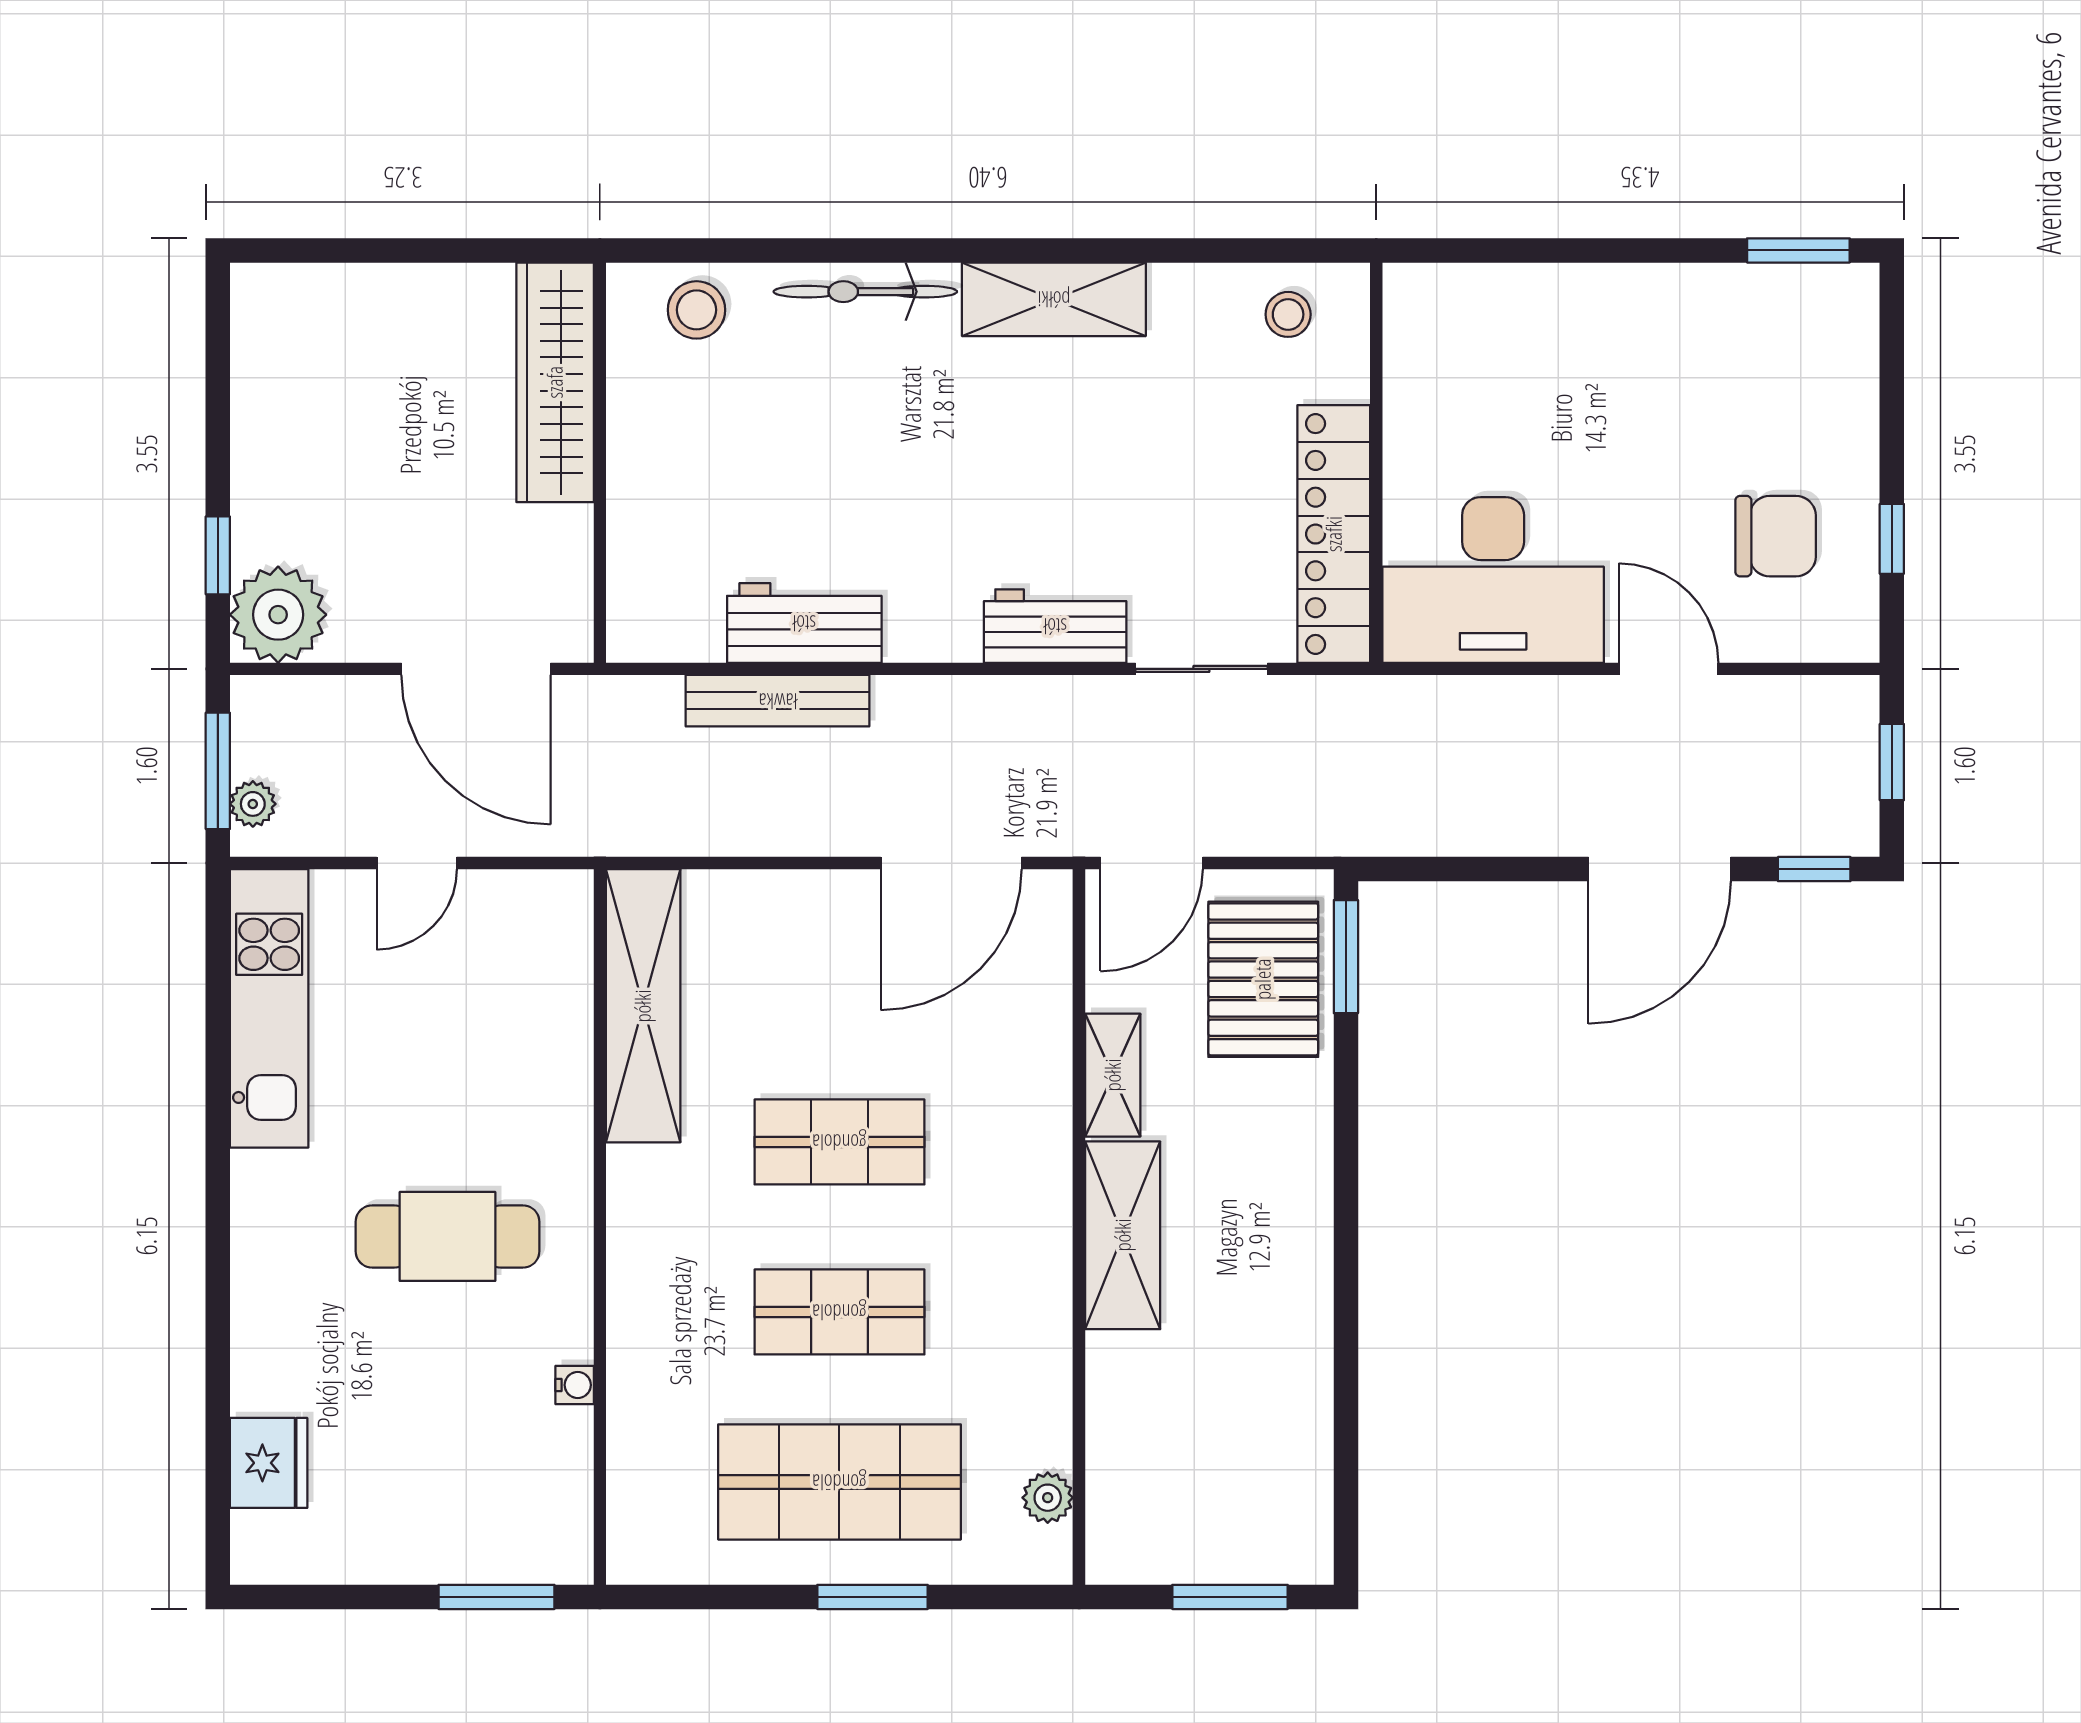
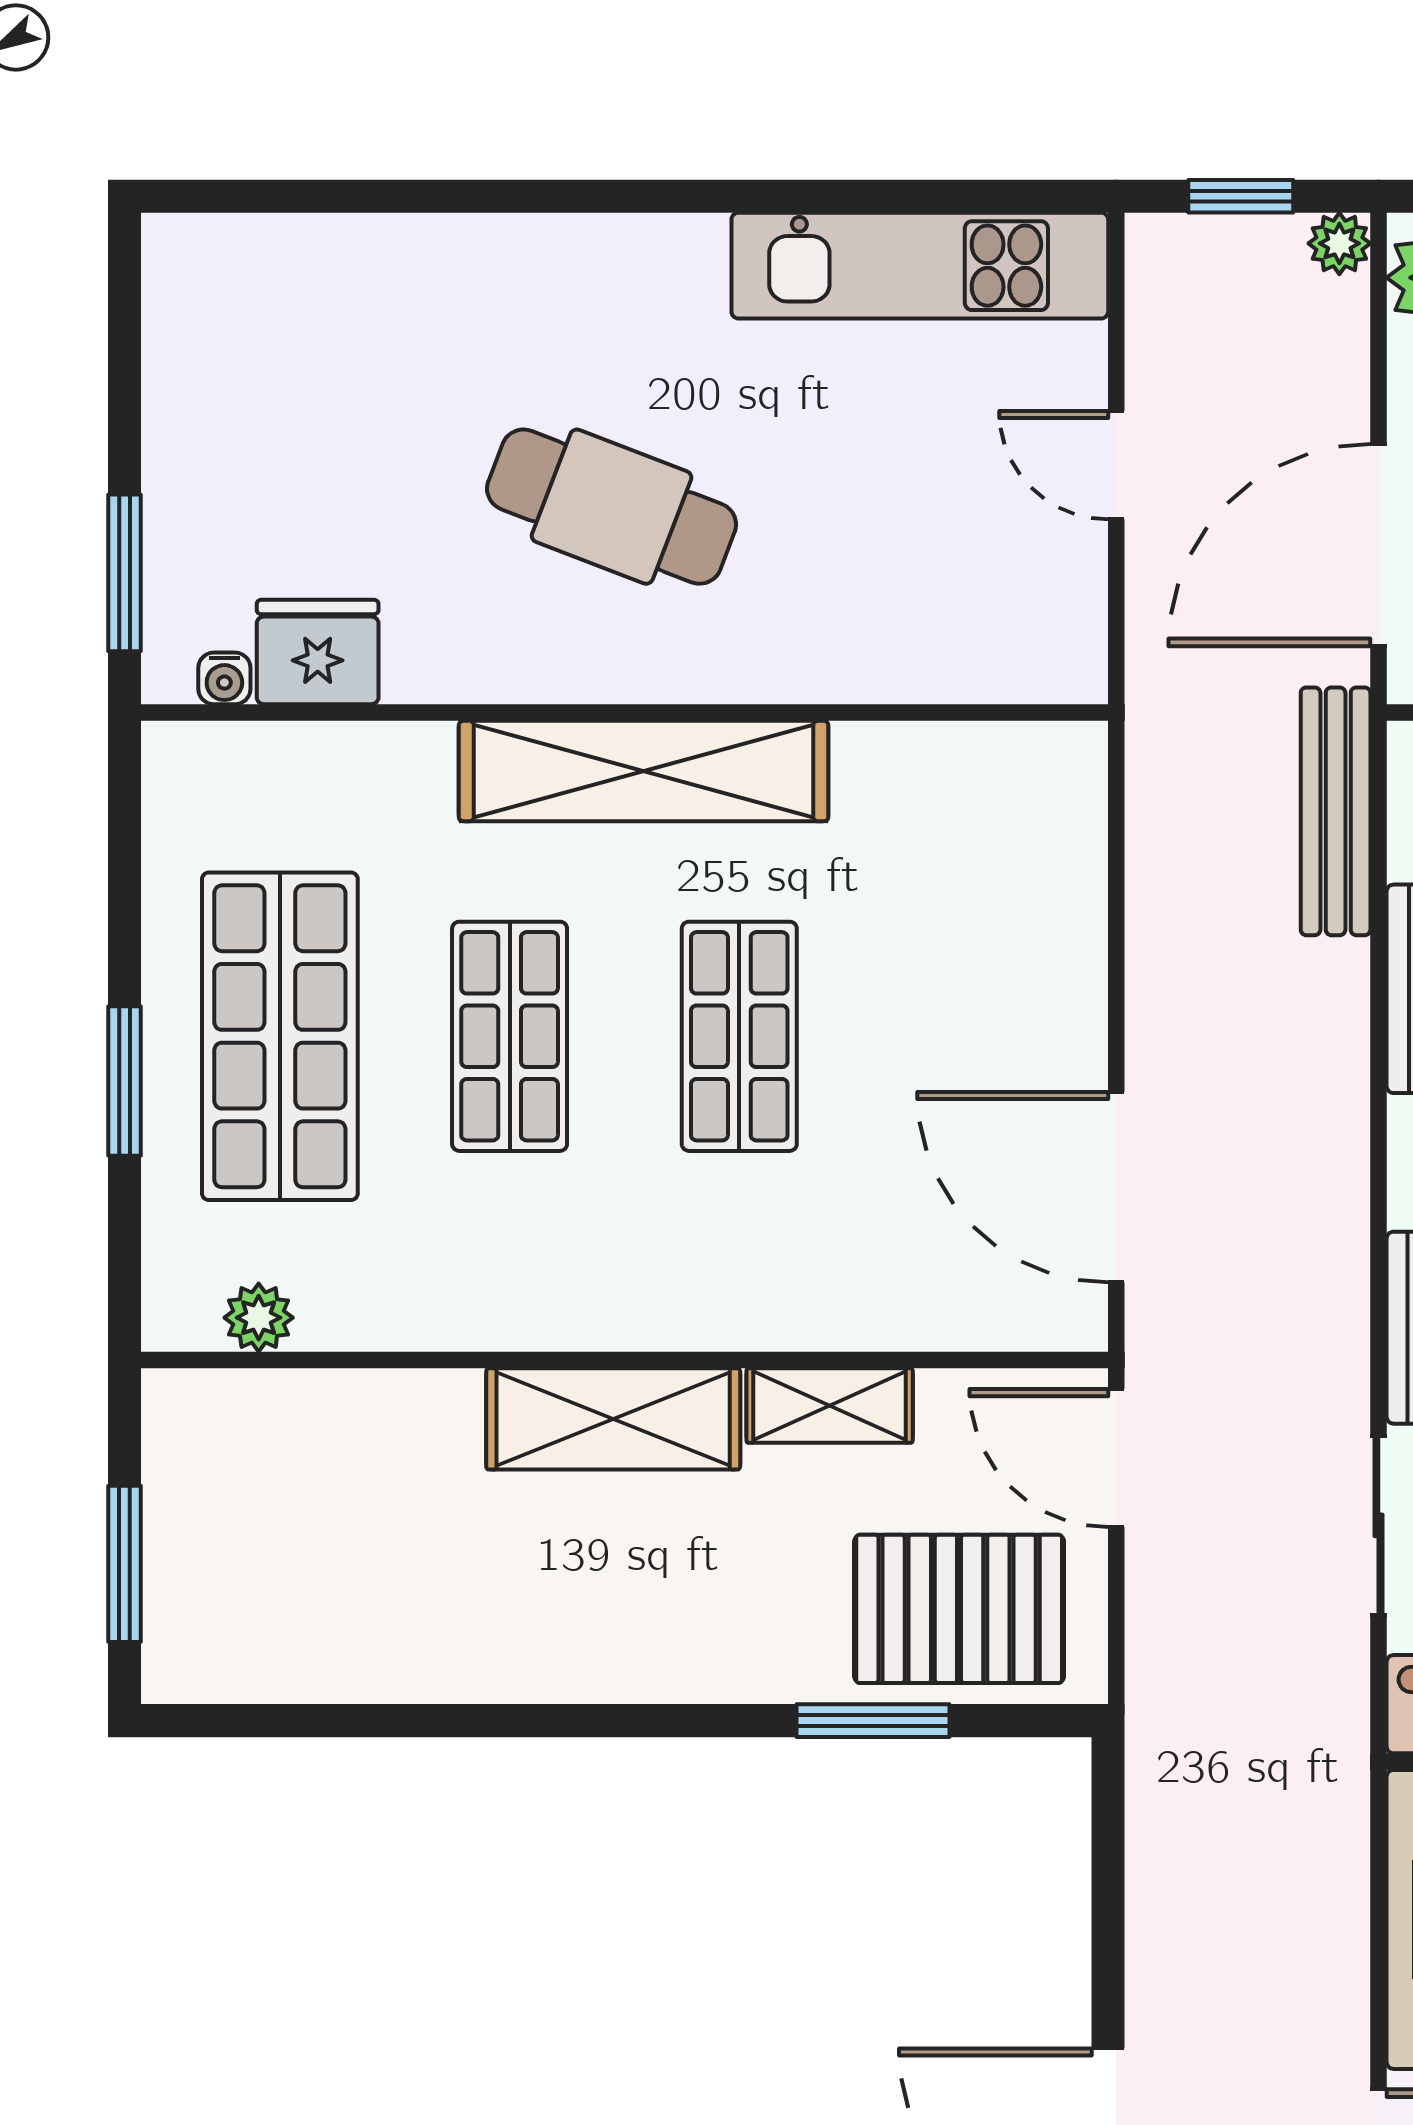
bench: (778, 701) -> (1336, 811), moved
window: (218, 771) -> (1241, 196), width x0.67
plant: (253, 804) -> (1339, 243), moved
window: (1346, 957) -> (873, 1721), moved
shelving: (643, 1006) -> (644, 771), moved
cafe table: (448, 1236) -> (612, 507), turned -69
water cooler: (575, 1385) -> (224, 678), moved
fridge: (269, 1463) -> (318, 652), moved, turned 180

